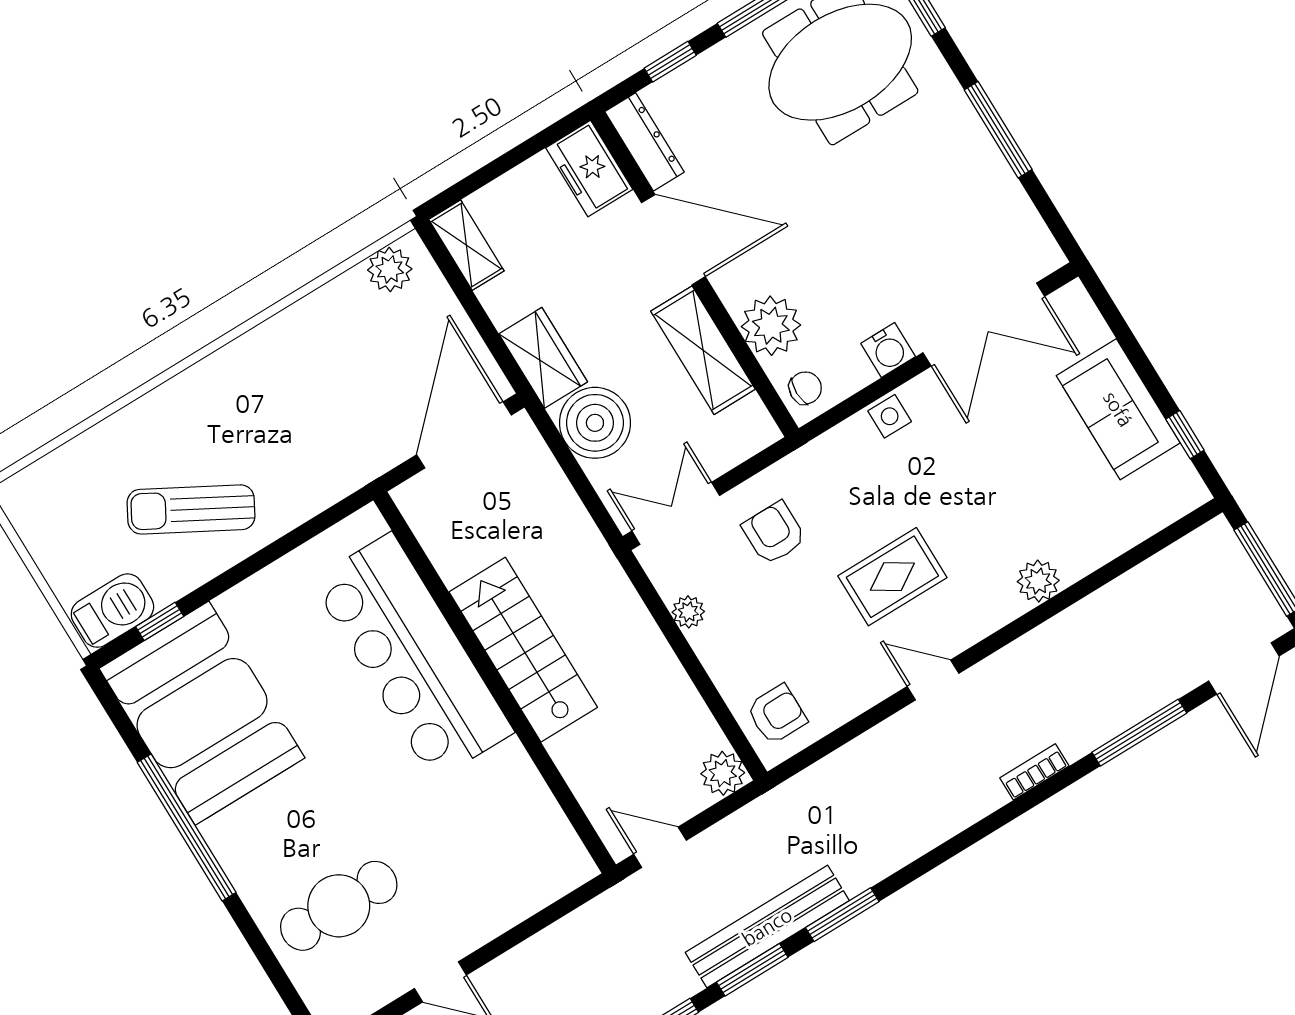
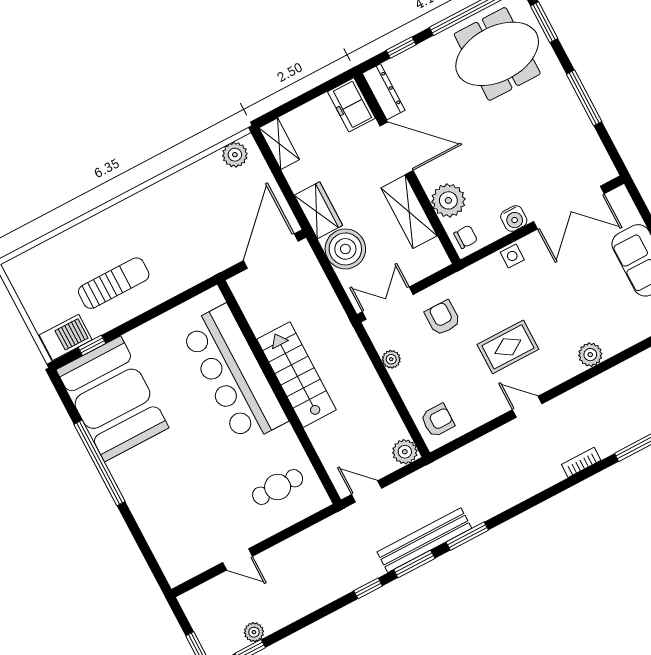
sun lounger: (191, 509) -> (114, 283), turned 151
cafe table: (339, 906) -> (278, 487), moved, width x0.73, depth x0.74

